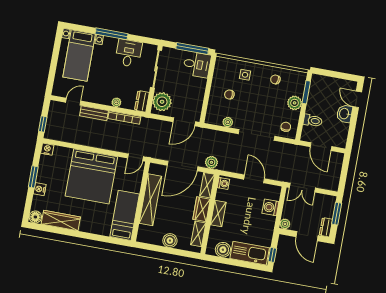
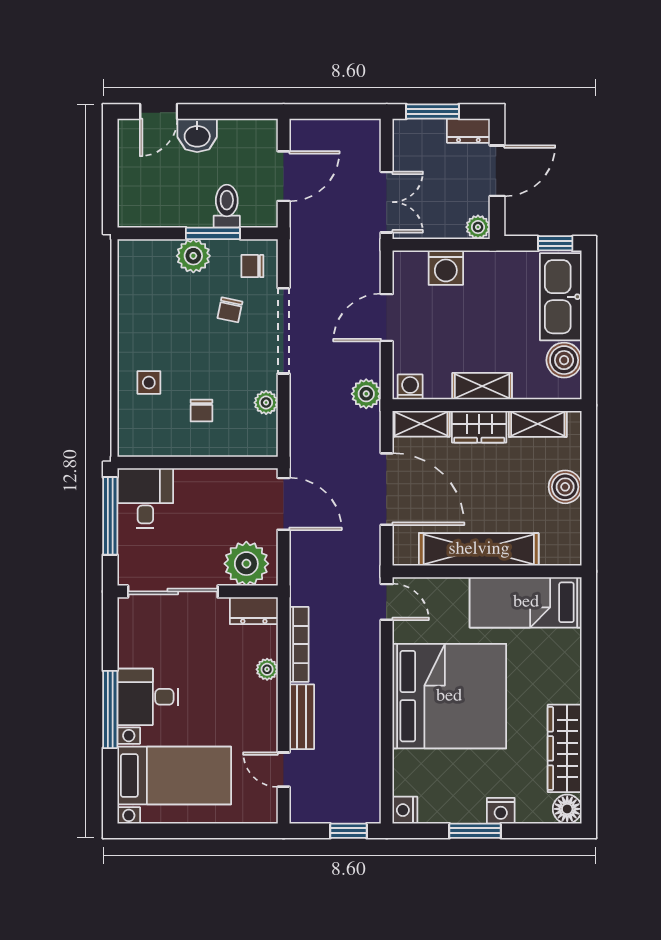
desk: (129, 53) -> (148, 697), moved
chair: (275, 79) -> (230, 310), moved
window: (306, 92) -> (213, 233), moved
plant: (211, 162) -> (366, 394), moved

